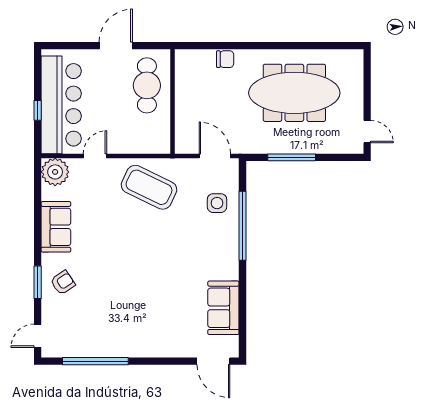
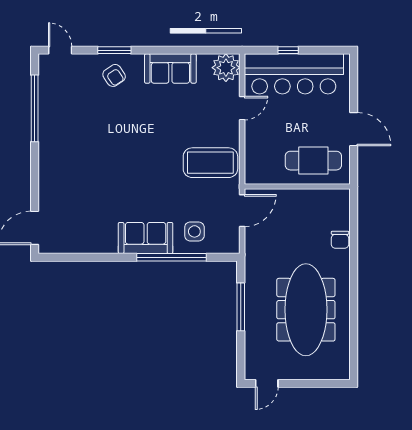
door: (95, 156) -> (242, 108), hinge flipped
door: (215, 156) -> (242, 211), moved
coffee table: (149, 187) -> (210, 163), turned 64
sofa: (223, 308) -> (146, 238), moved

